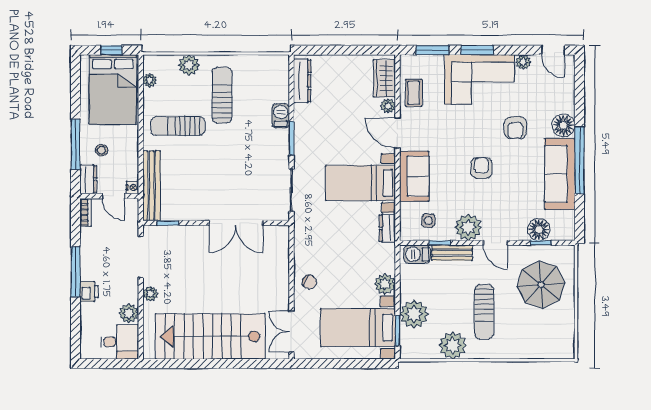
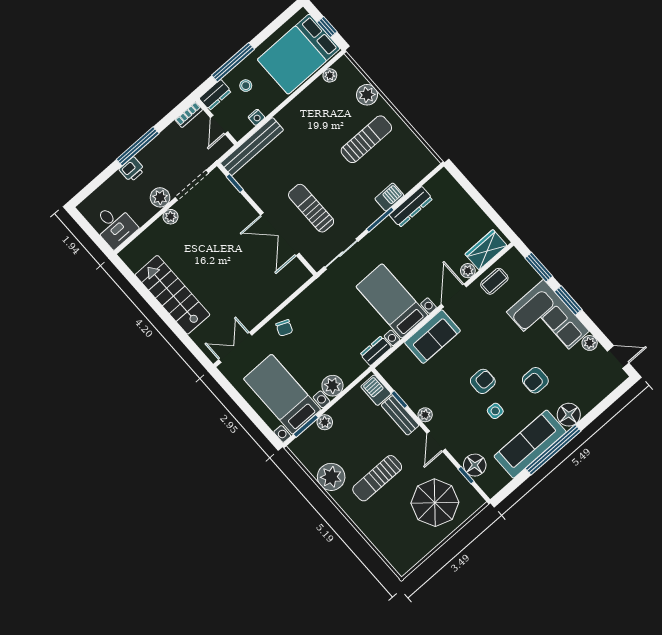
door: (553, 50) -> (618, 357), swing flipped
dresser: (302, 81) -> (411, 207), moved
sun lounger: (178, 126) -> (311, 208), moved
nightstand: (132, 188) -> (256, 117), moved
side table: (428, 221) -> (495, 411), moved
plant: (468, 227) -> (425, 415), width x0.53, depth x0.53
plant: (129, 313) -> (160, 197), moved
plant: (414, 314) -> (325, 422), width x0.53, depth x0.53
stairs: (210, 336) -> (172, 295), width x0.73, depth x0.66

